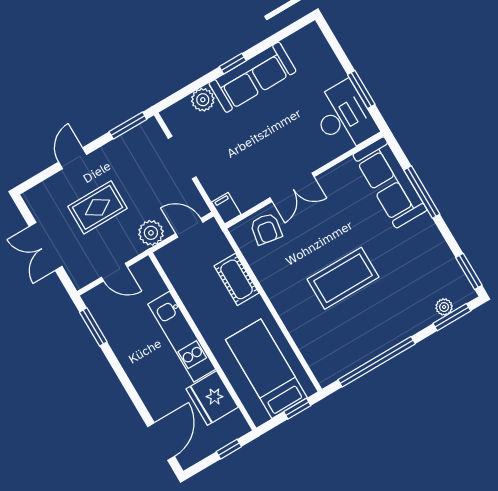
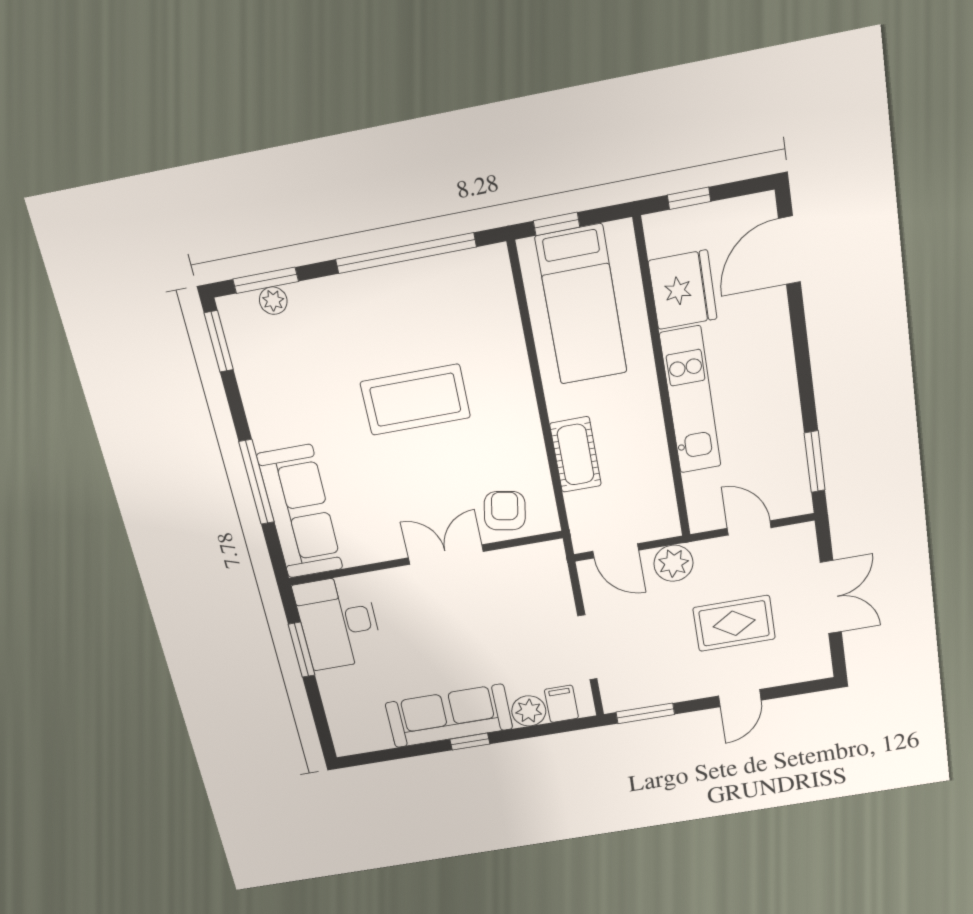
filing cabinet: (226, 208) -> (561, 704), moved, turned 180

